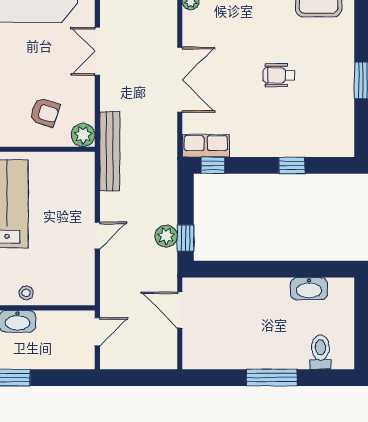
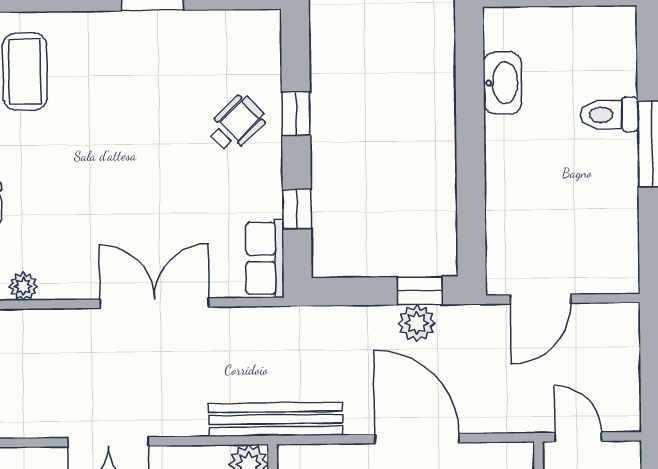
wheelchair: (279, 75) -> (237, 124), moved, turned -134
window: (213, 165) -> (297, 209), moved
door: (97, 236) -> (417, 439), width x1.88
toilet: (320, 352) -> (609, 115), moved

